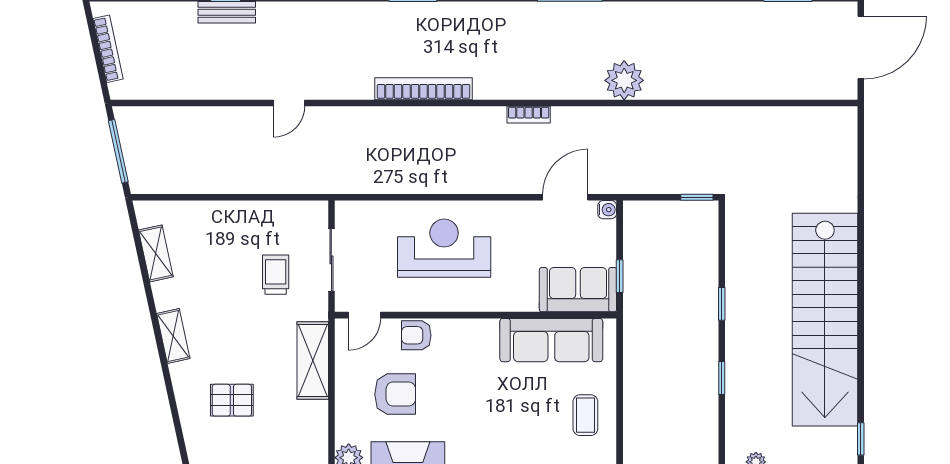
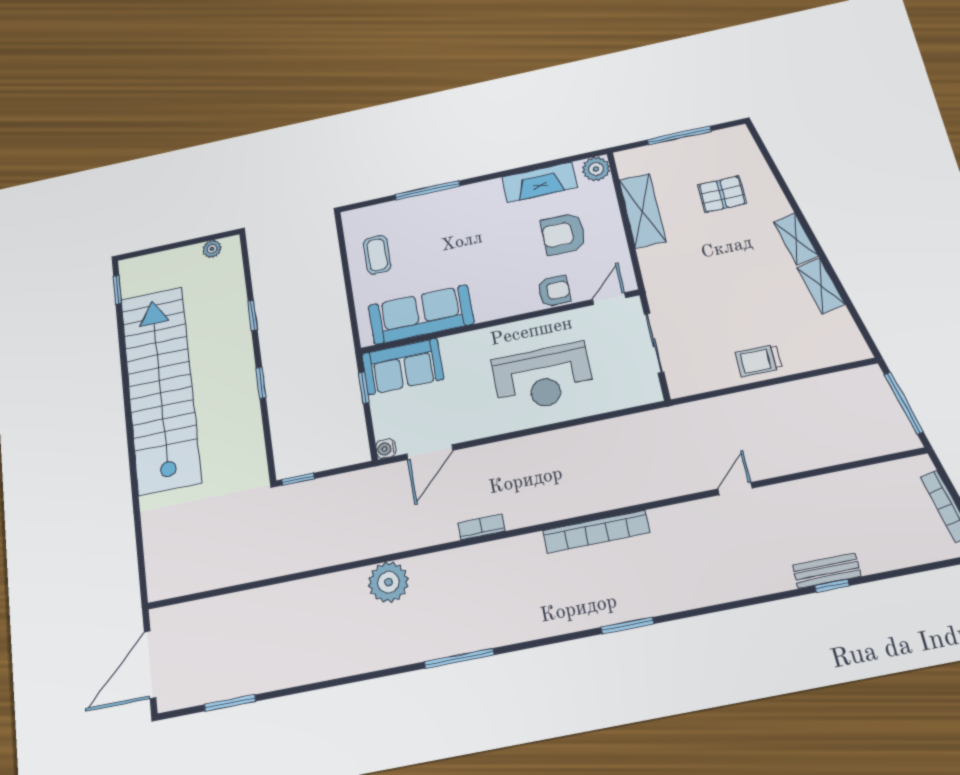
shelving: (156, 253) -> (821, 286), moved
trolley: (276, 275) -> (759, 360), moved, turned 90
shelving: (313, 361) -> (642, 211), moved

